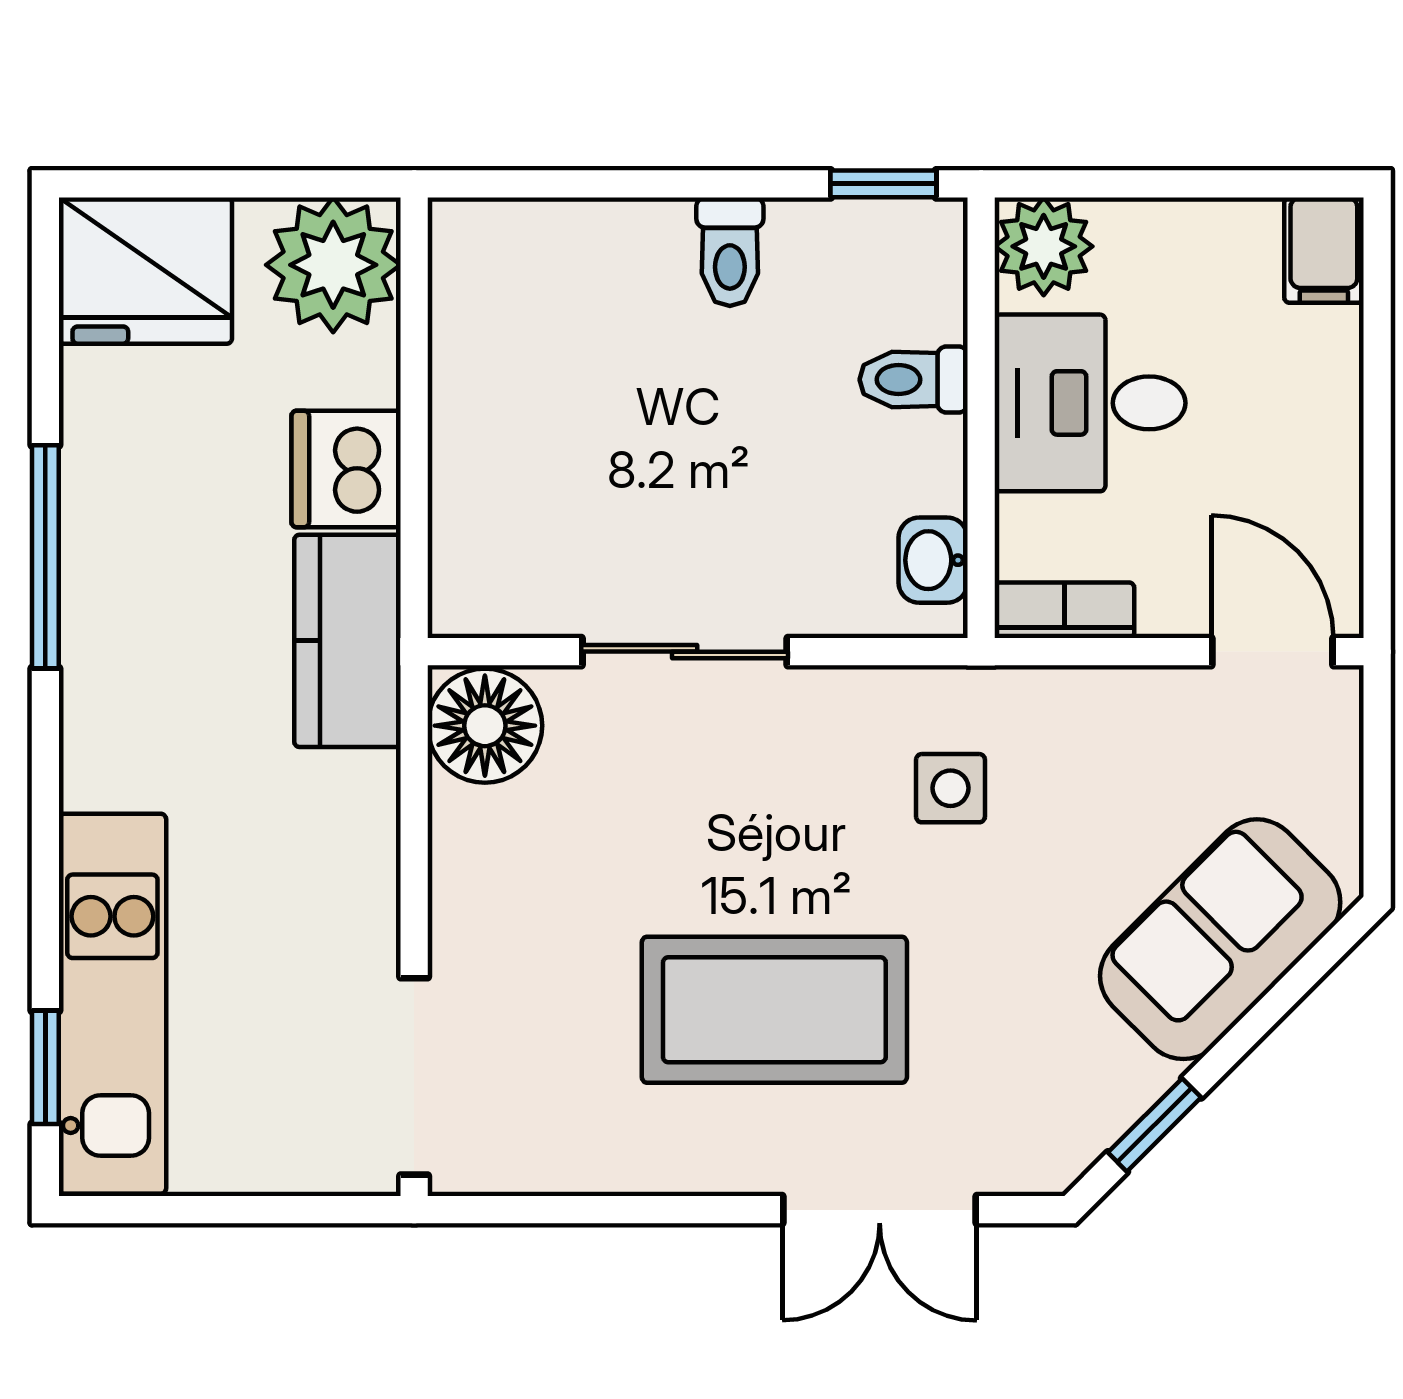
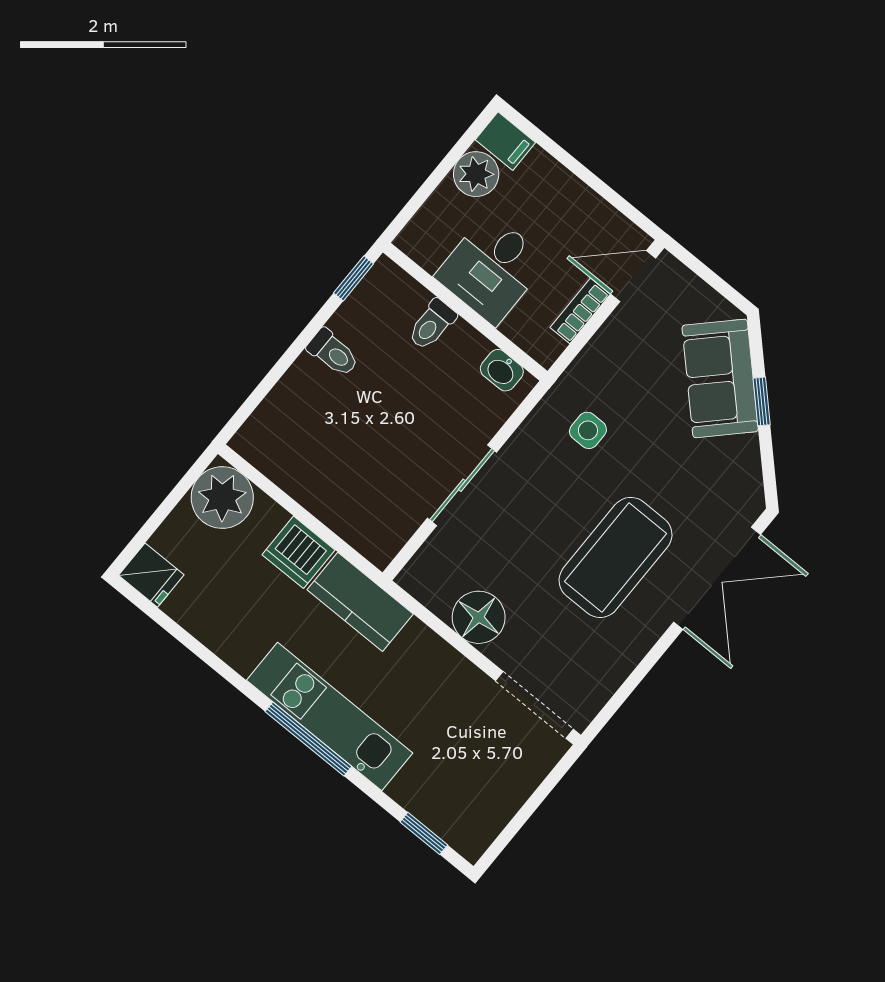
plant: (1044, 246) -> (476, 174), moved
fridge: (145, 271) -> (151, 575), width x0.53, depth x0.75
window: (45, 557) -> (308, 739), moved
bookcase: (1064, 610) -> (580, 311), moved
floor lamp: (485, 726) -> (479, 617), moved
kitchen unit: (112, 1004) -> (330, 717), moved
window: (1154, 1125) -> (762, 401), moved
double door: (880, 1210) -> (717, 578), width x1.37

